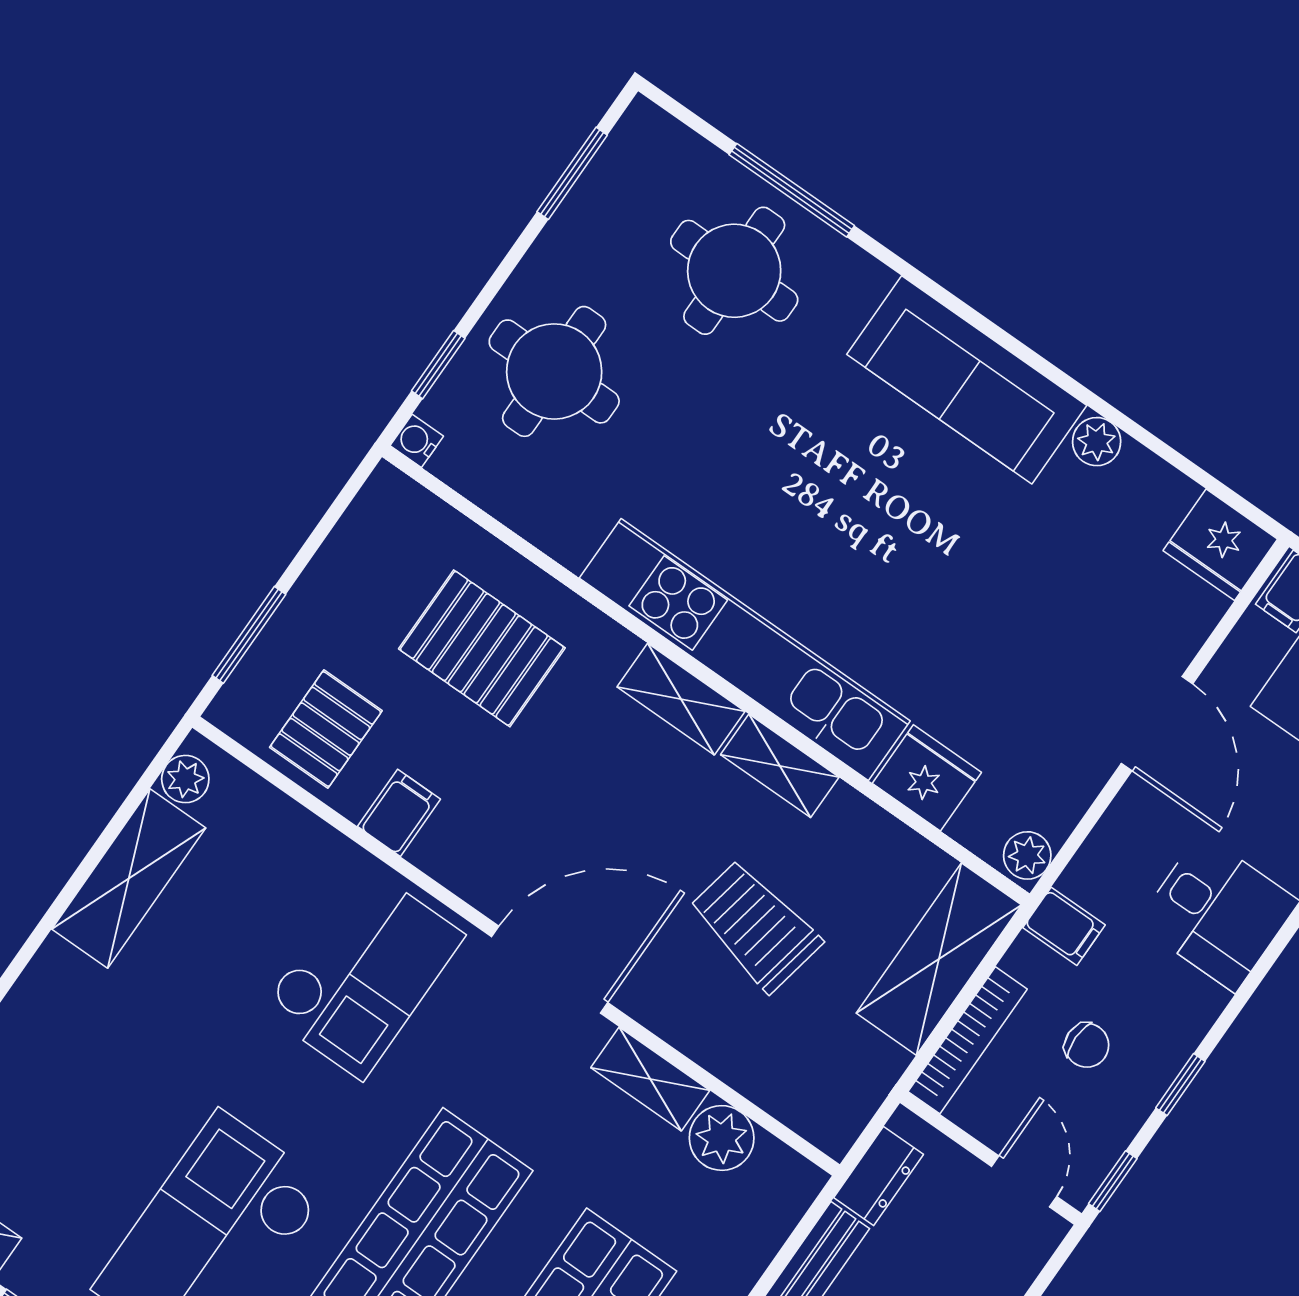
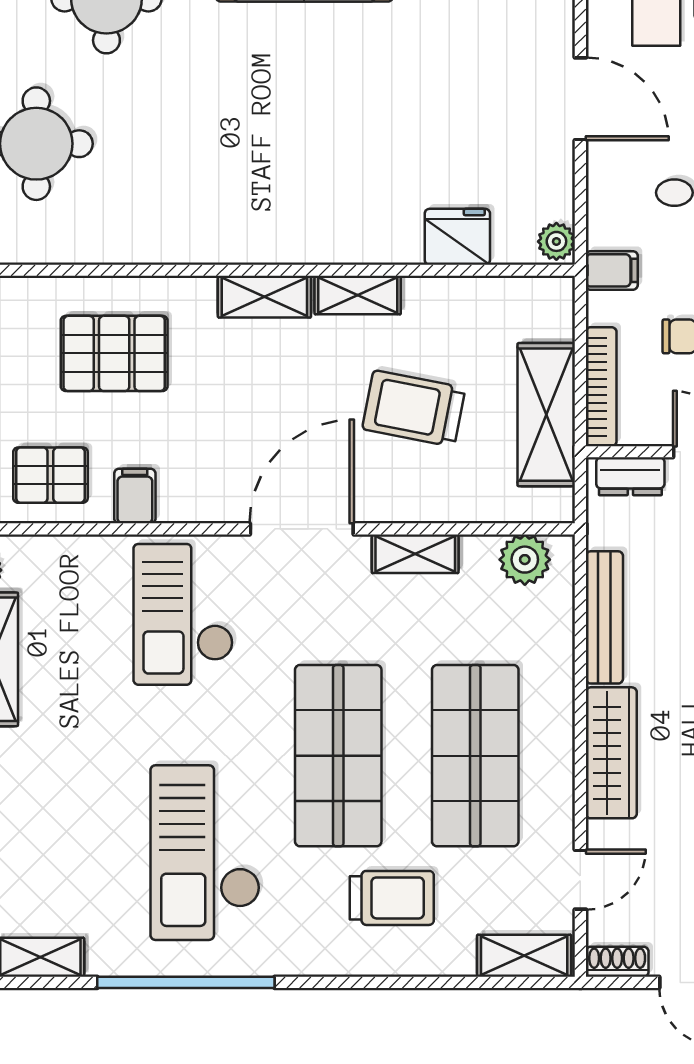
kitchen unit: (745, 650) -> (283, 236), removed
pallet: (326, 729) -> (50, 475), turned 90
shelving: (939, 959) -> (546, 415), moved
checkout: (363, 972) -> (183, 614), turned 180
plant: (722, 1138) -> (525, 560), moved
dresser: (879, 1176) -> (630, 476), moved, turned 90

